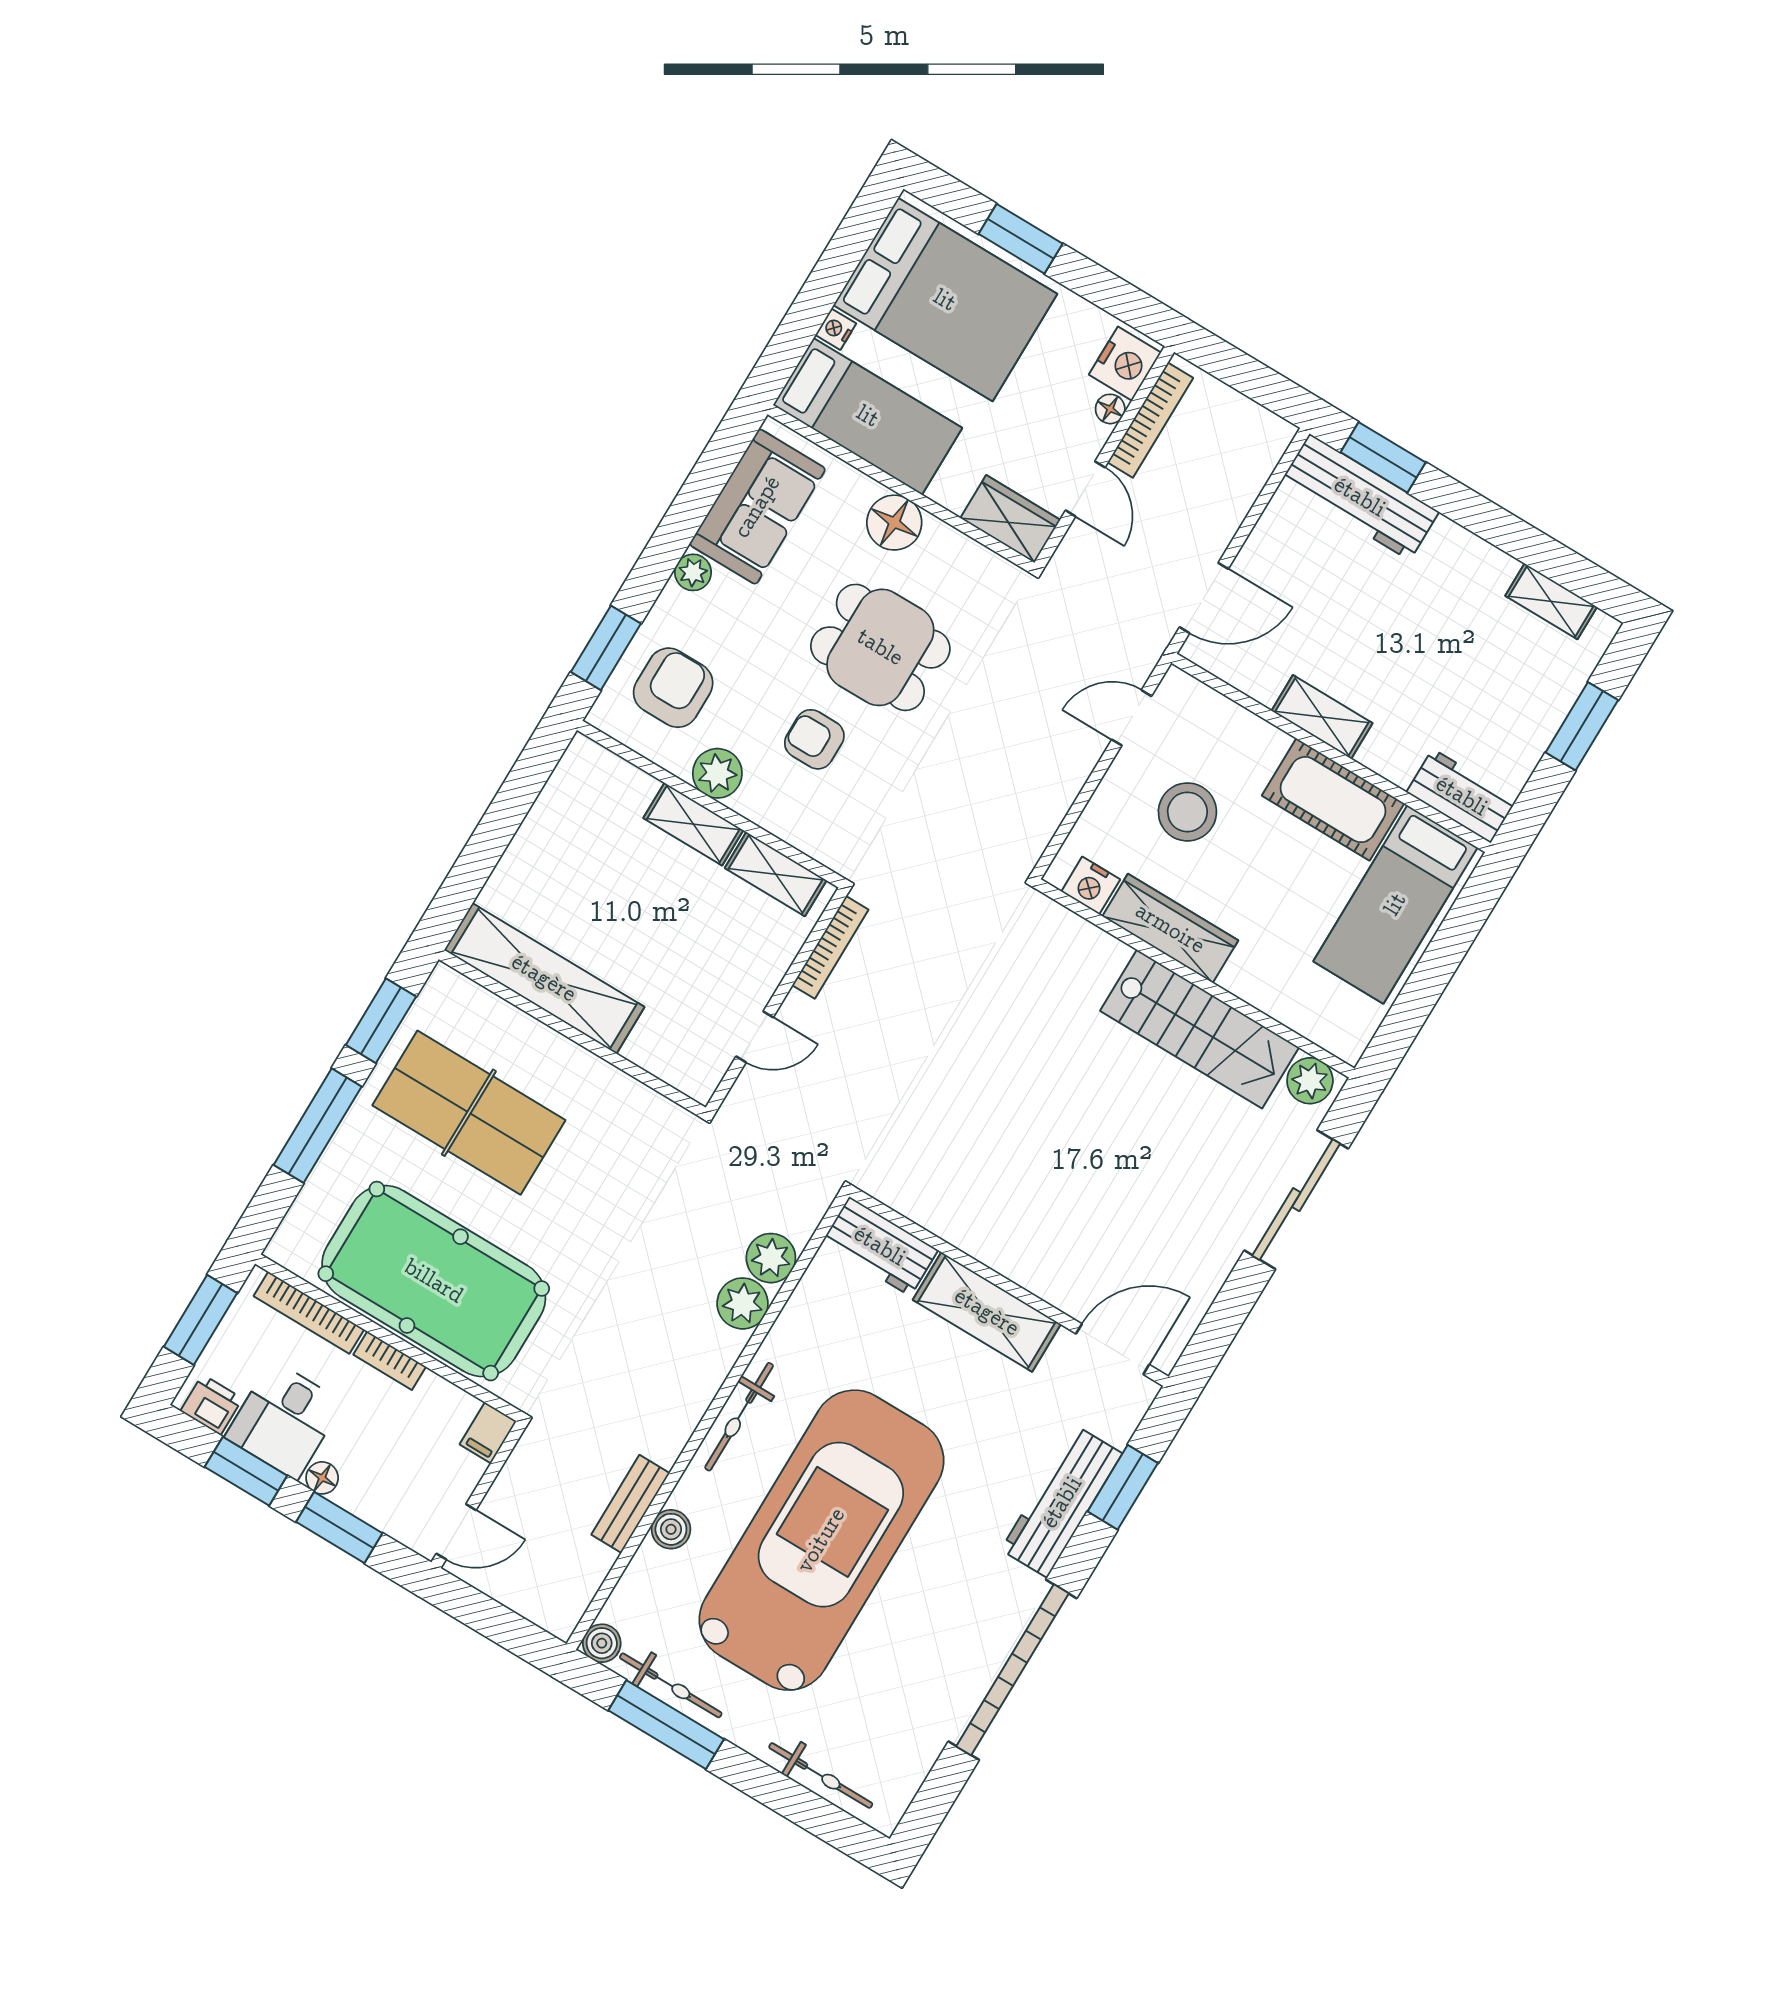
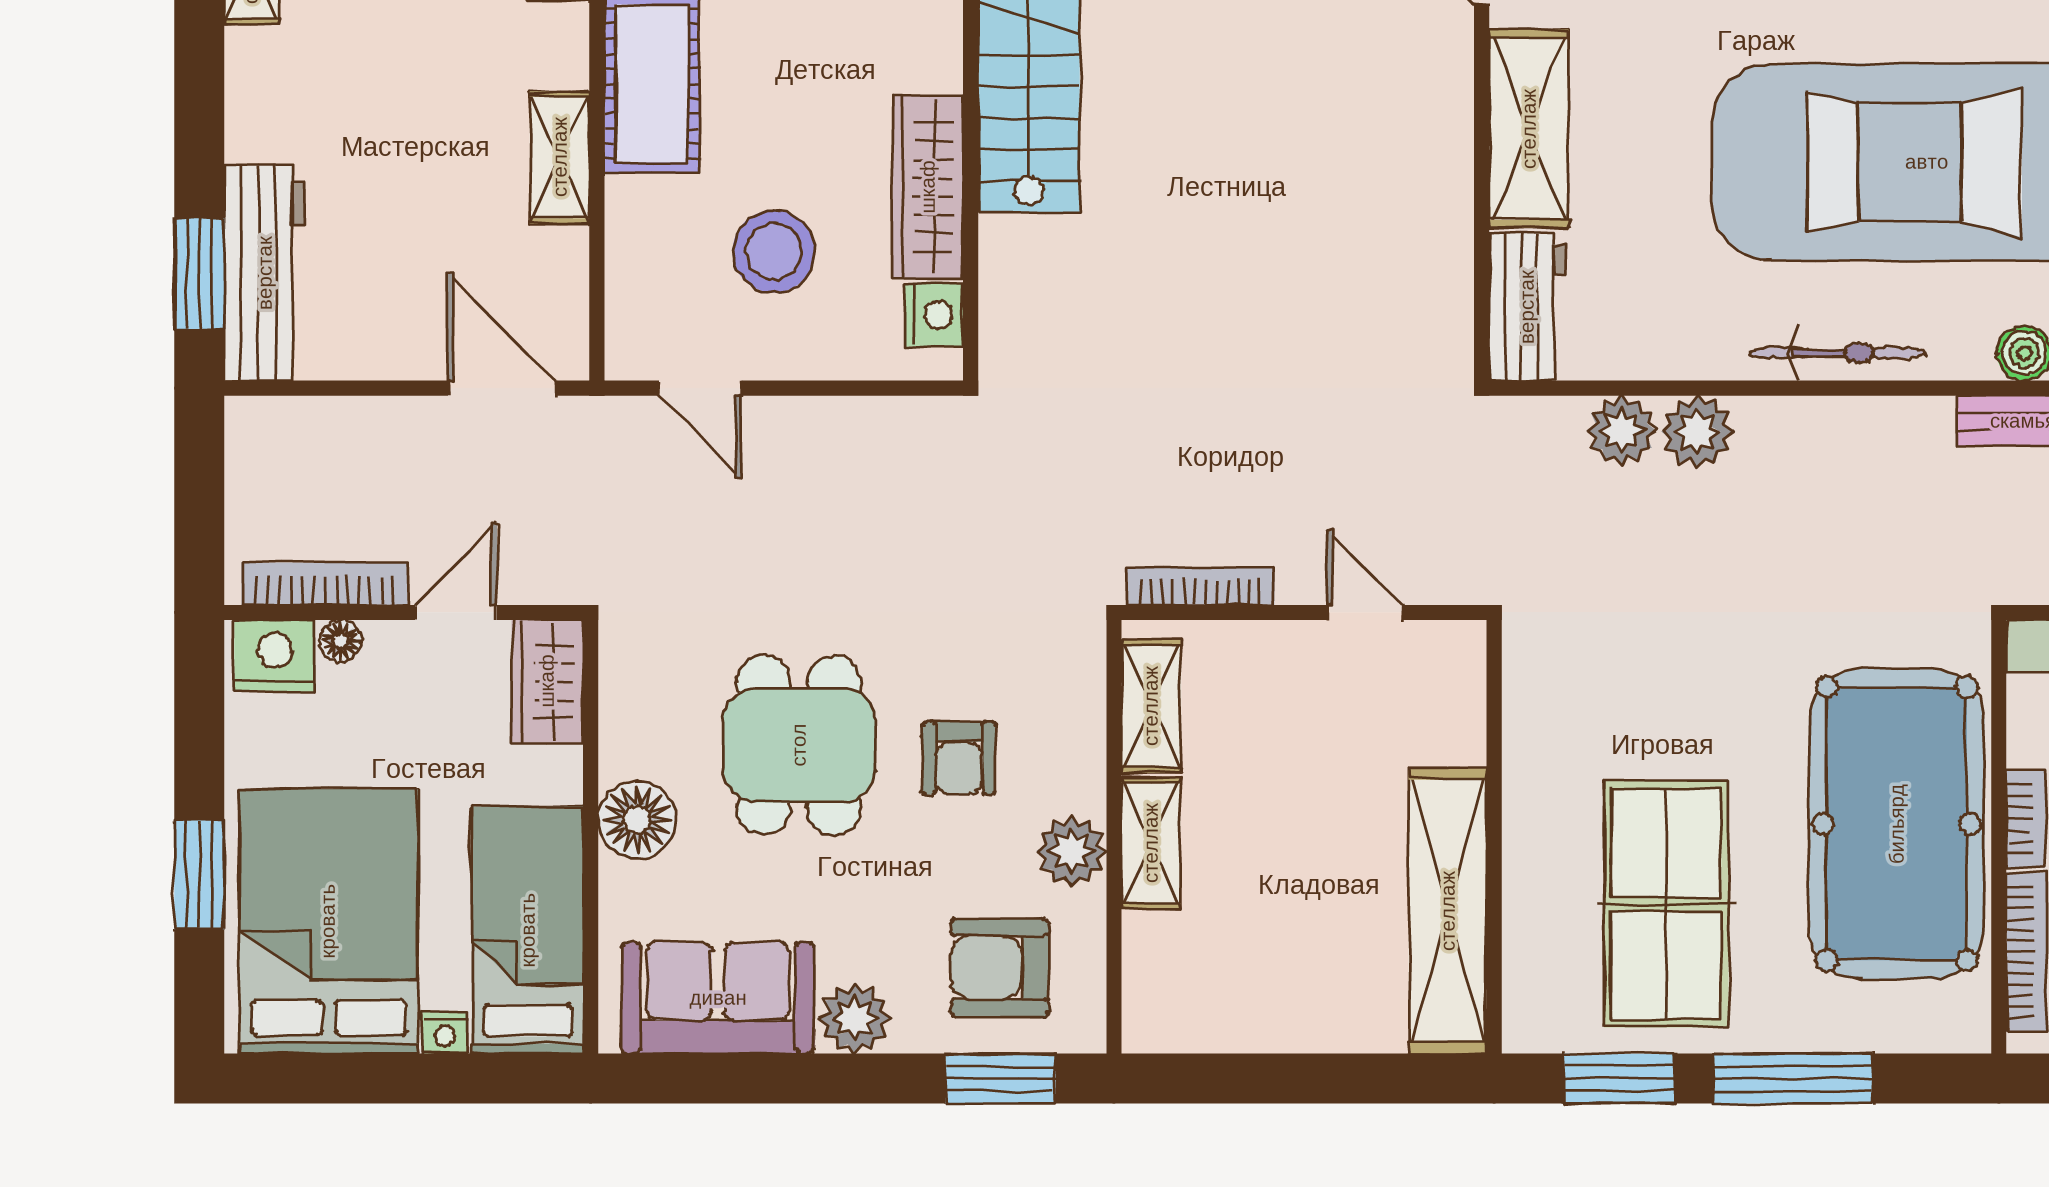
plant: (693, 572) -> (855, 1018), width x1.38, depth x1.38

